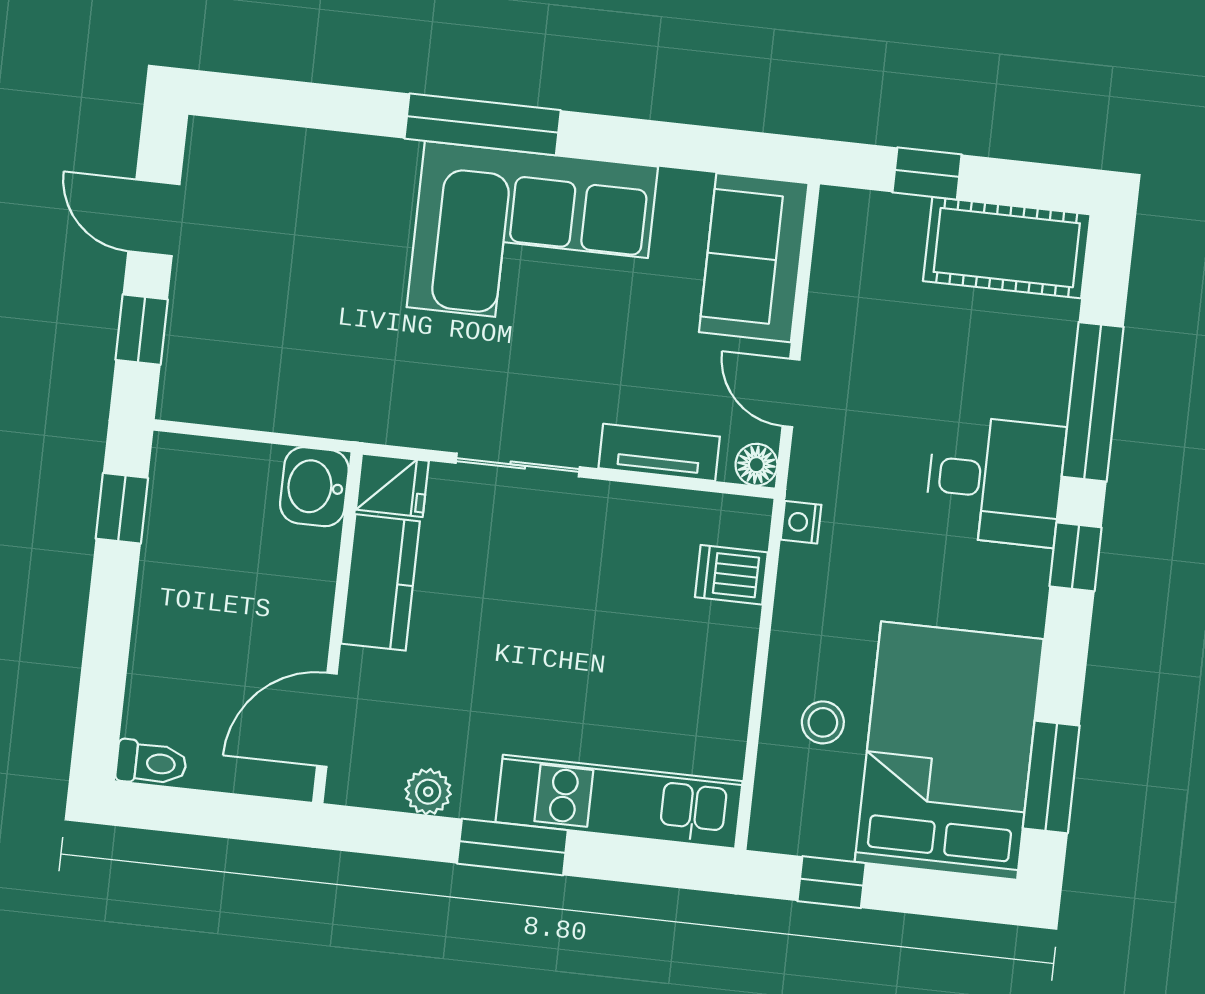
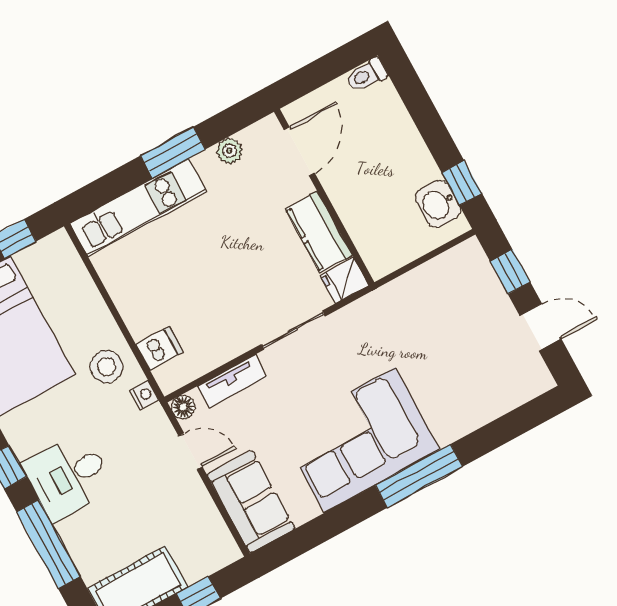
washbasin: (314, 487) -> (438, 204), moved, turned 180
stool: (823, 722) -> (106, 367), moved, width x1.37, depth x1.37

